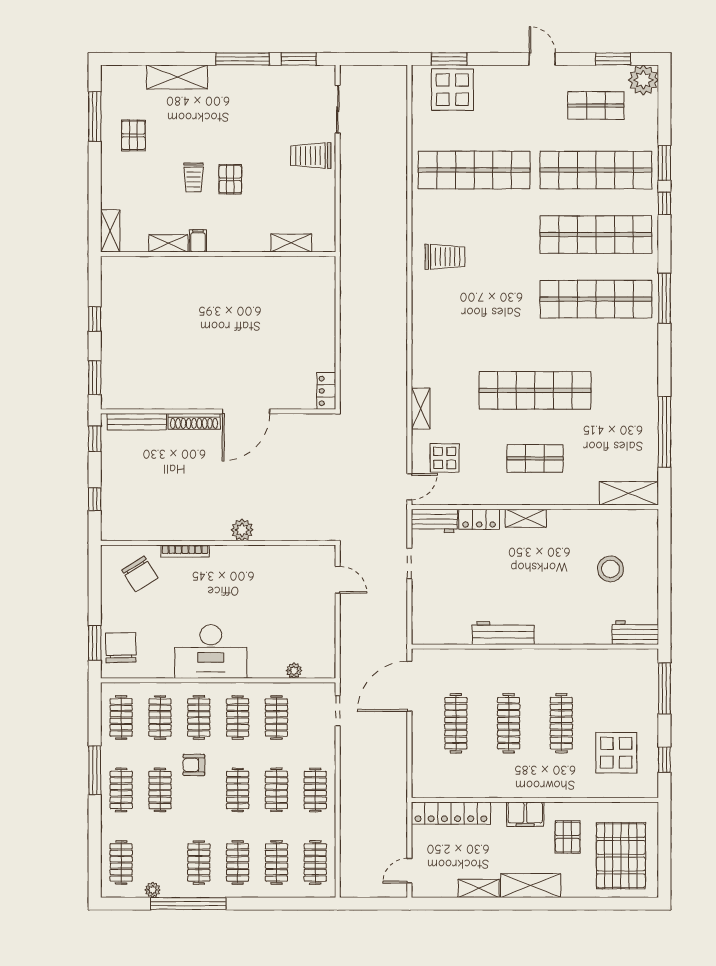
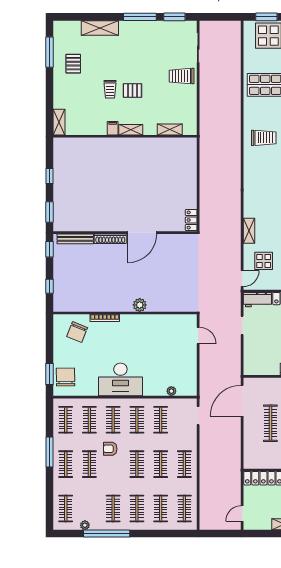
pallet: (230, 179) -> (132, 90), turned 90
shelving: (168, 243) -> (131, 130), moved
chair: (140, 574) -> (77, 332), turned 54

